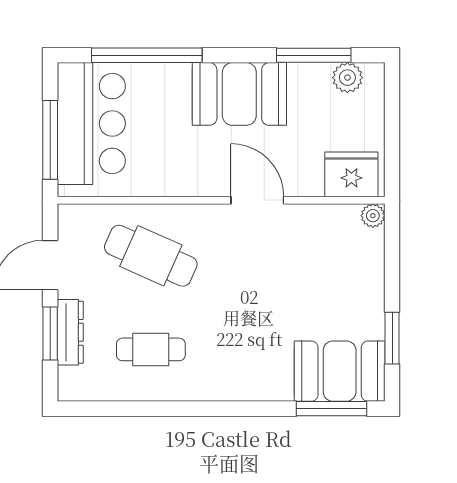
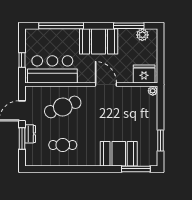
bar counter: (91, 124) -> (52, 69), moved, turned -90
window: (50, 140) -> (22, 60), width x0.46
cafe table: (151, 256) -> (63, 107), turned -45
dresser: (70, 332) -> (30, 134), width x0.70
booth: (340, 371) -> (119, 154), moved

